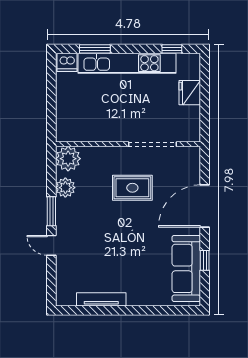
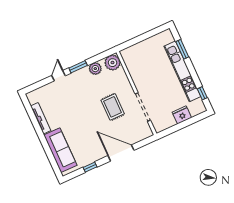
dishwasher: (67, 62) -> (167, 37), removed
sofa: (186, 268) -> (60, 150), moved, turned 90

